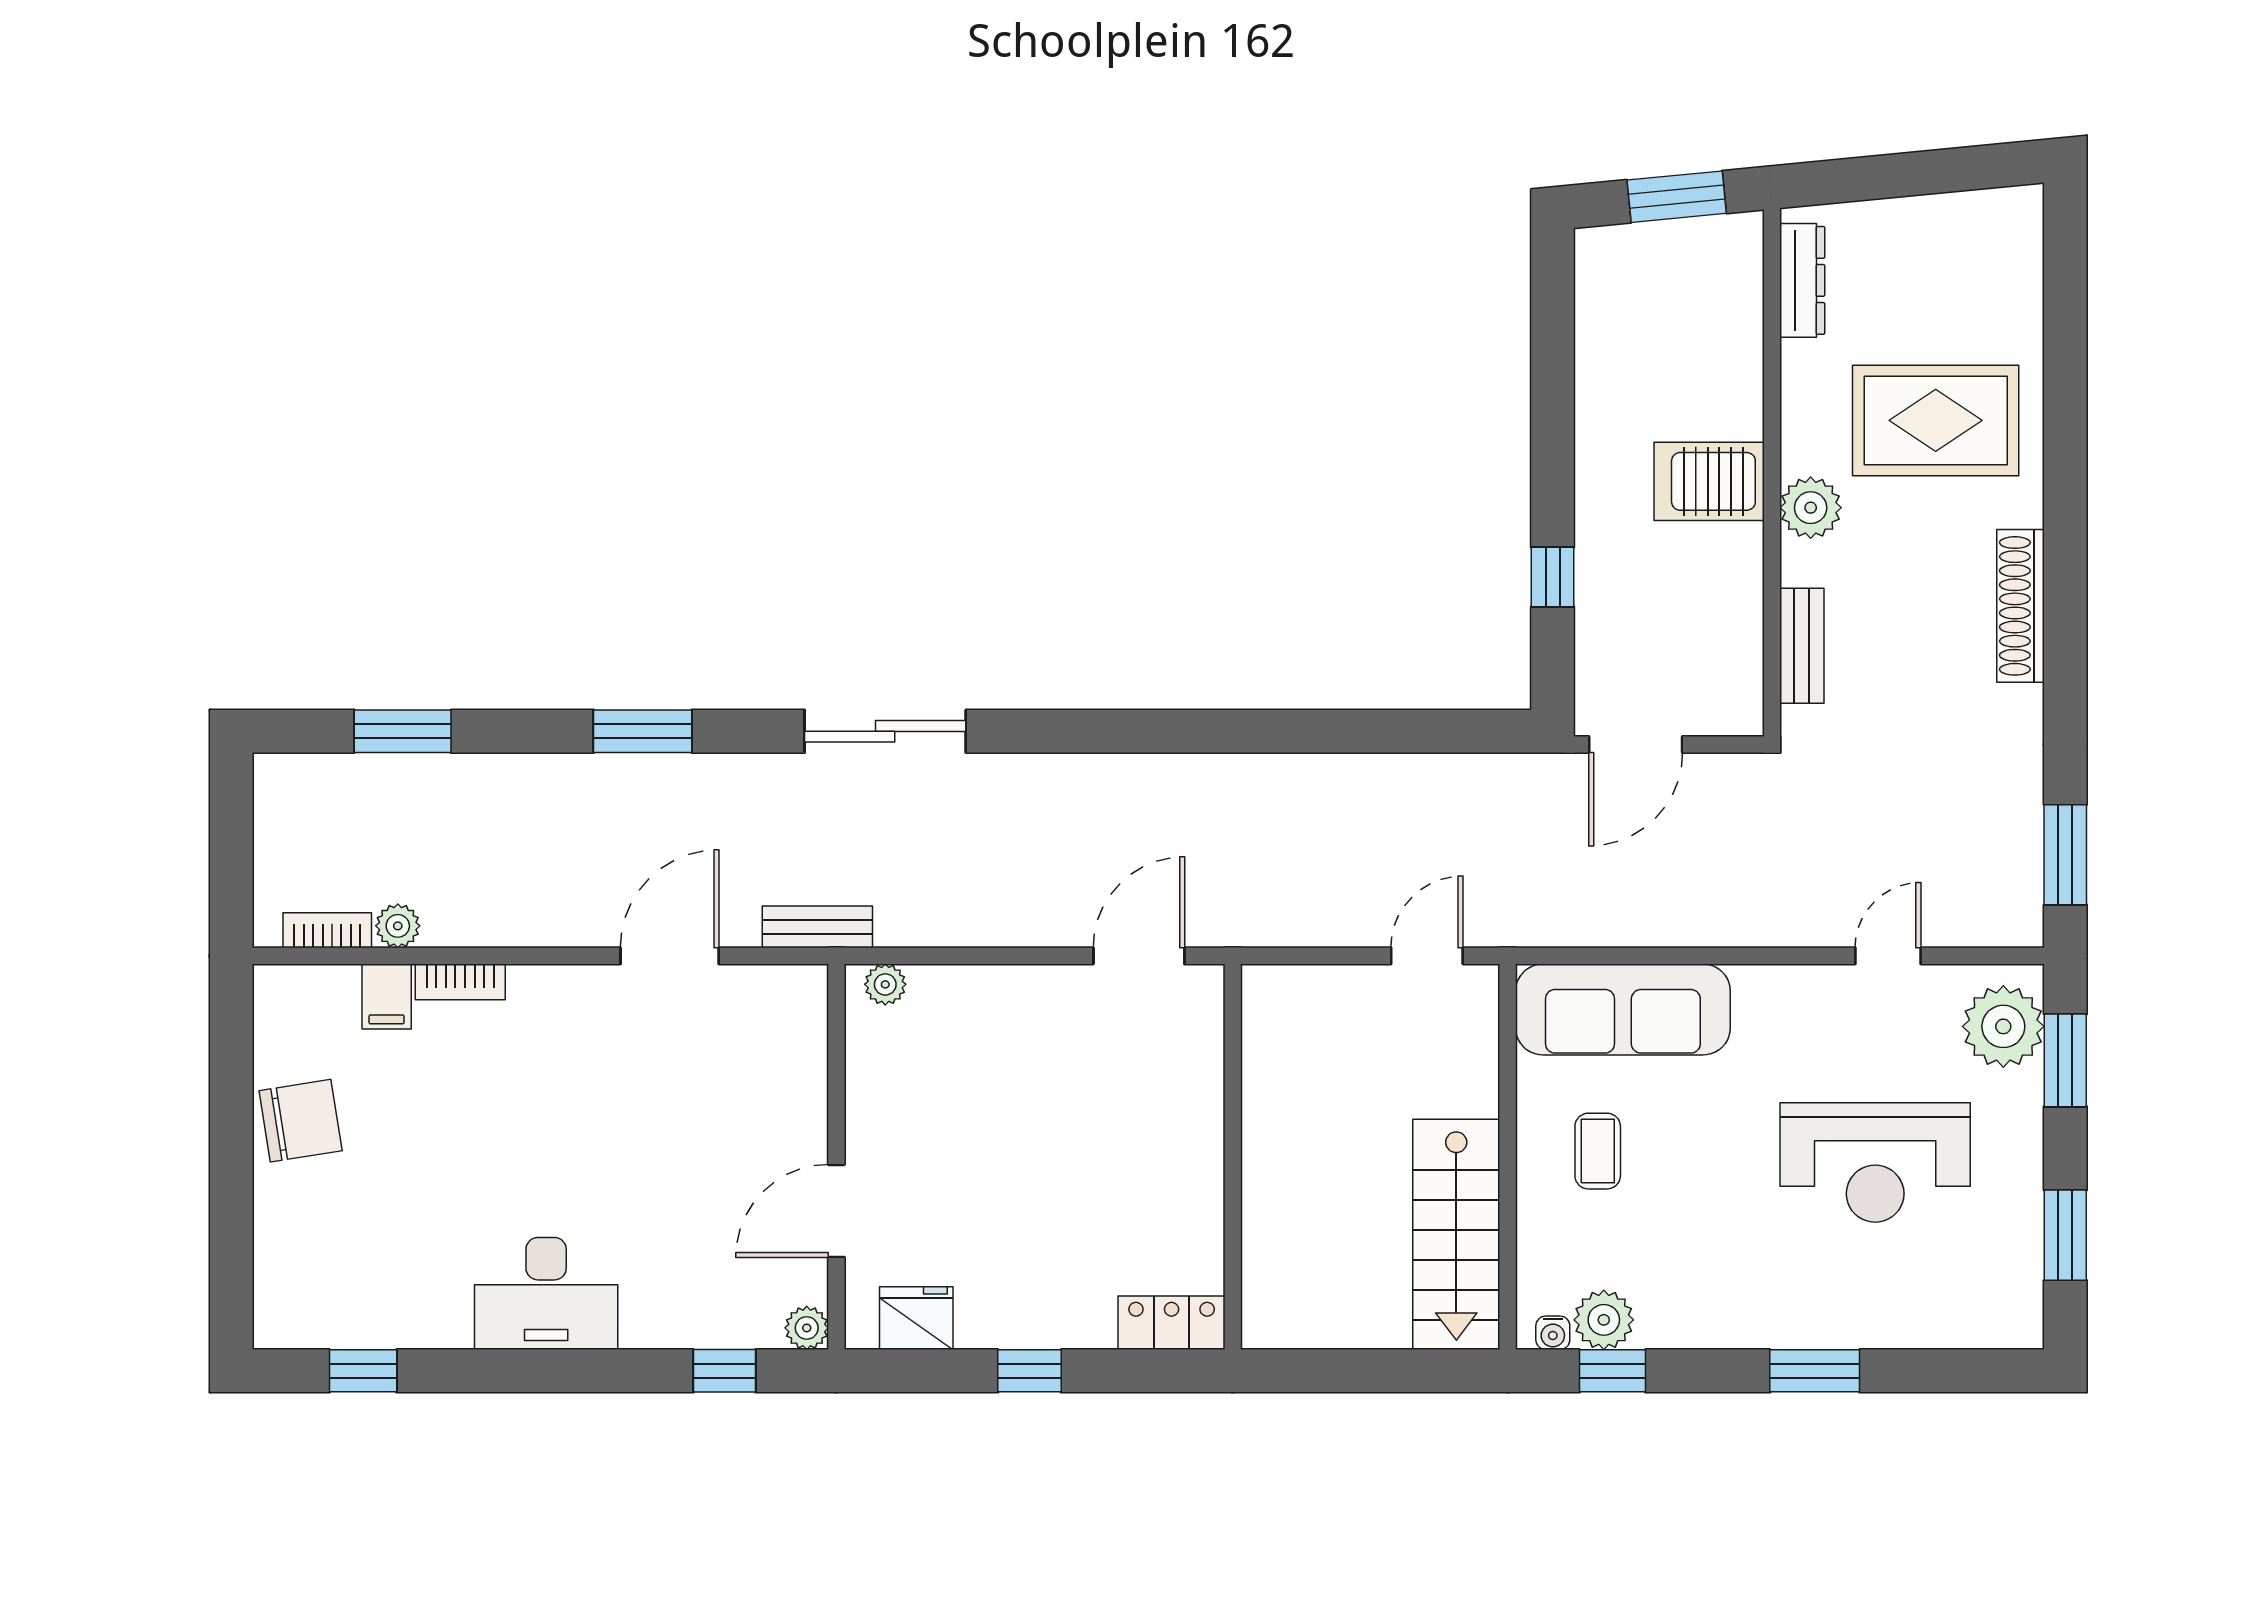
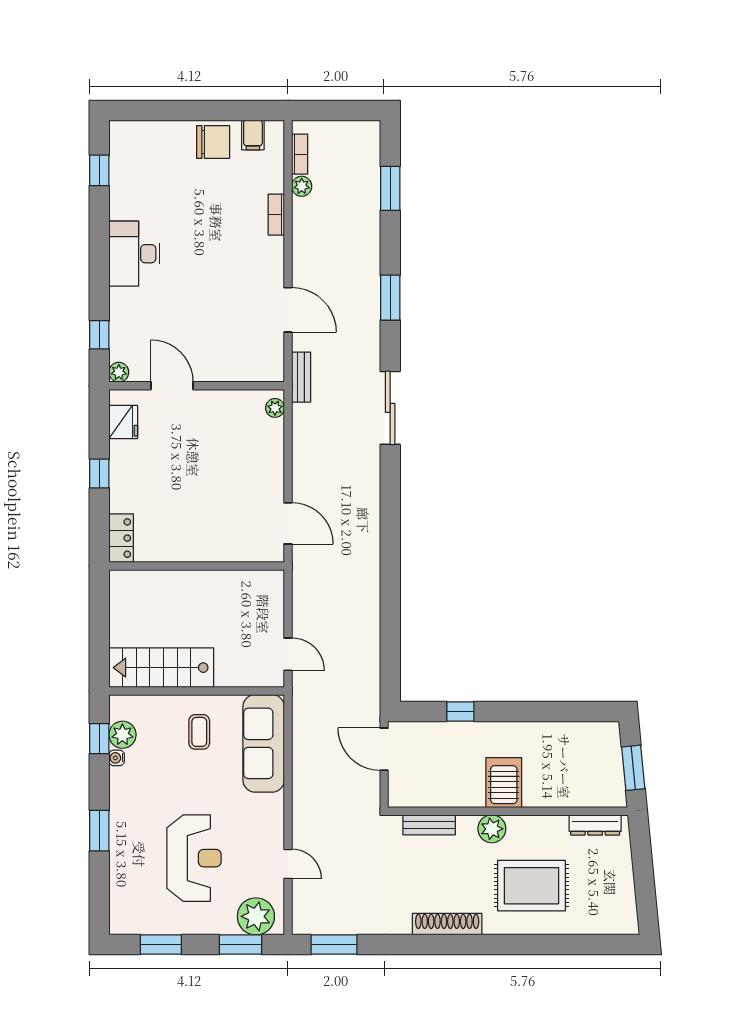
rug: (1936, 420) -> (531, 886), turned 90
filing cabinet: (387, 997) -> (253, 135), moved, turned -90
chair: (301, 1121) -> (213, 142), turned -81
coffee table: (1598, 1151) -> (199, 732), turned 90
reception desk: (1875, 1163) -> (194, 858), turned 180
water cooler: (1553, 1333) -> (117, 758), moved

